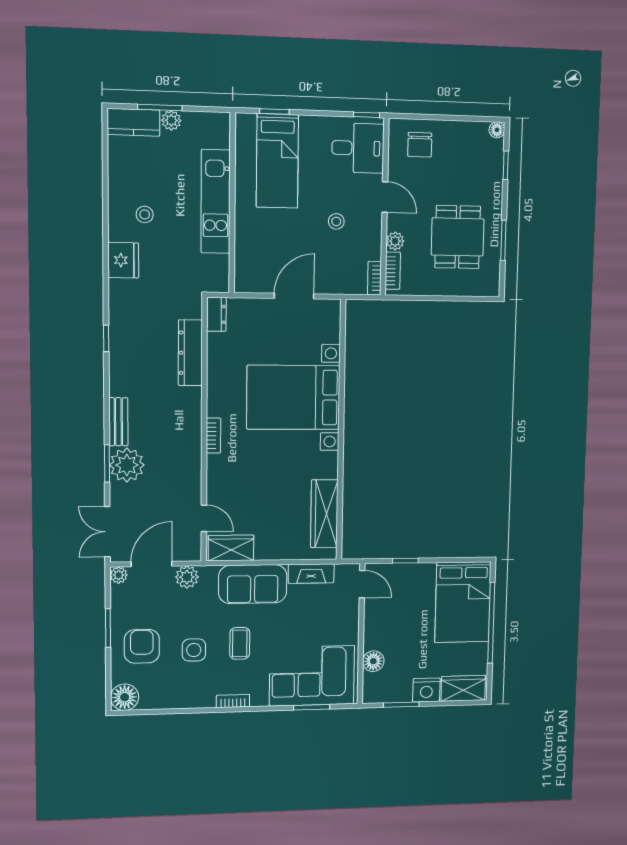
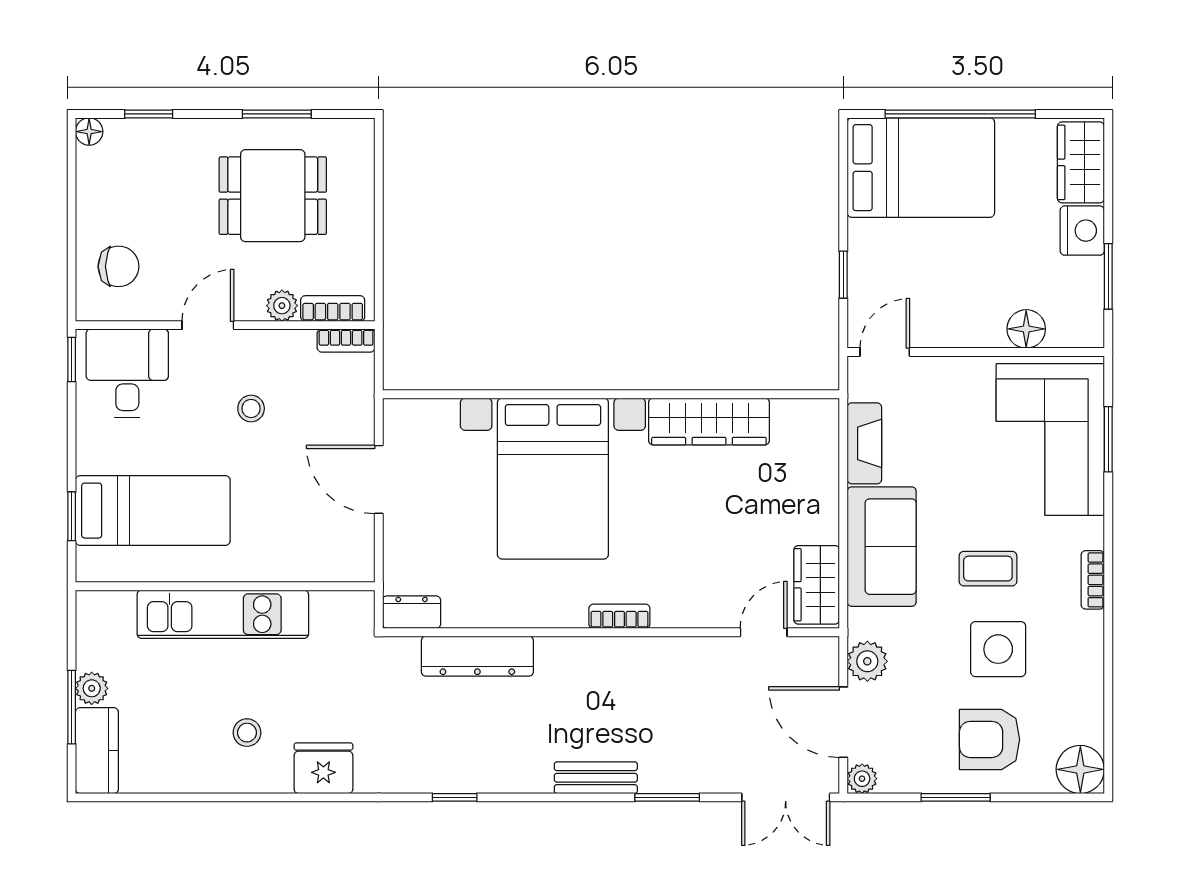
plant: (127, 465) -> (670, 764), removed
wardrobe: (324, 514) -> (709, 421), moved
side table: (194, 650) -> (998, 649), width x1.37, depth x1.37

